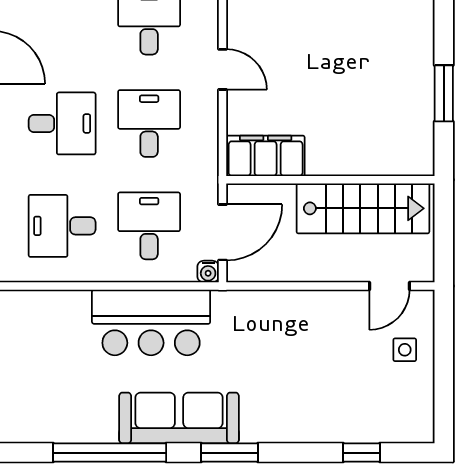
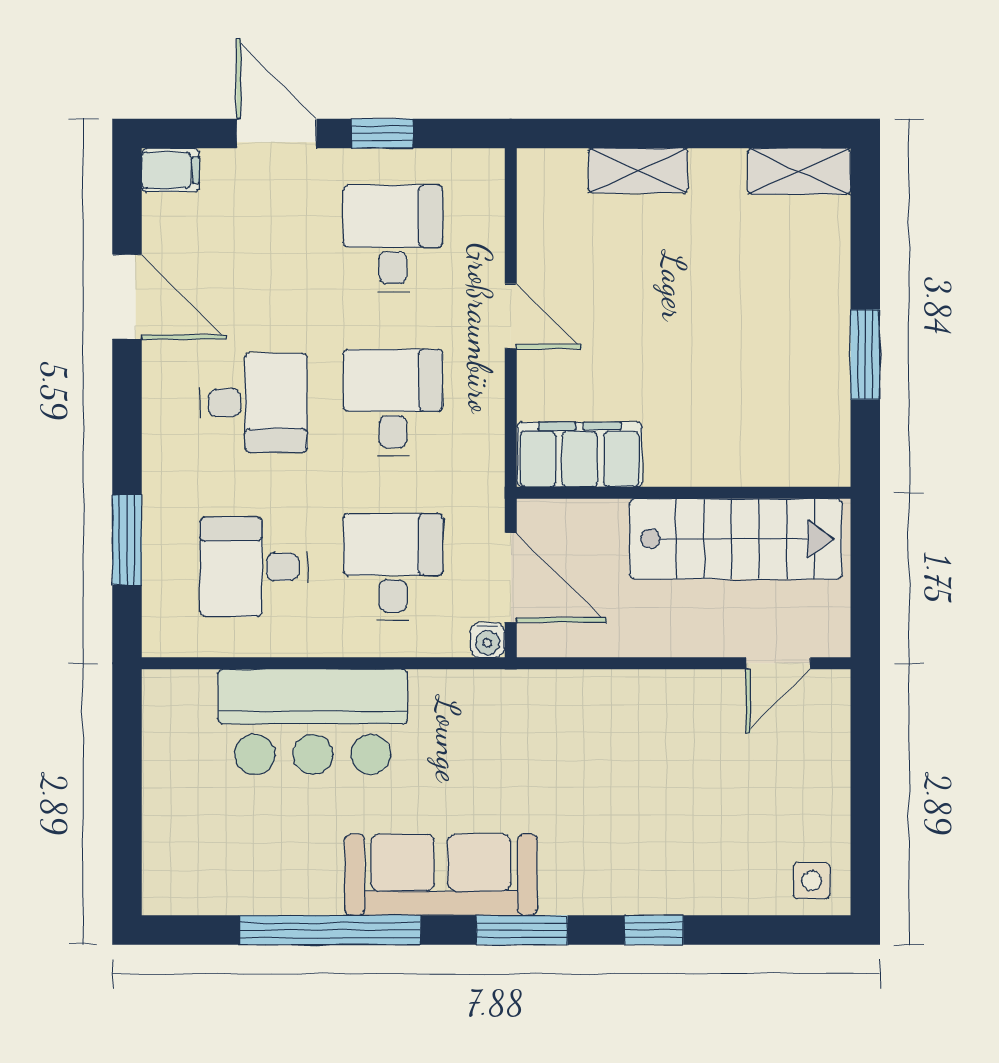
door: (223, 232) -> (511, 577), hinge flipped
bar counter: (151, 322) -> (313, 722), moved
side table: (405, 350) -> (812, 881), moved
window: (361, 453) -> (654, 930), moved

